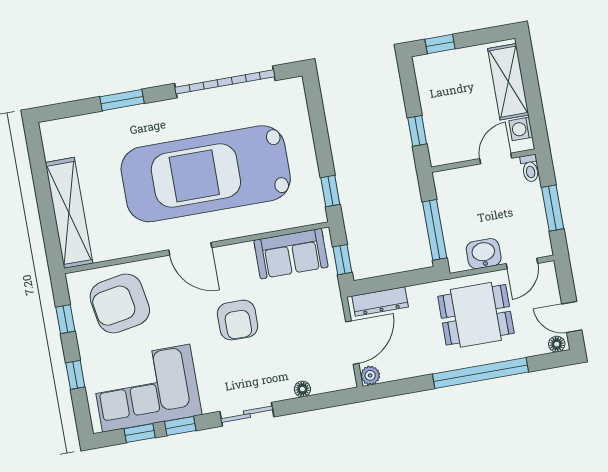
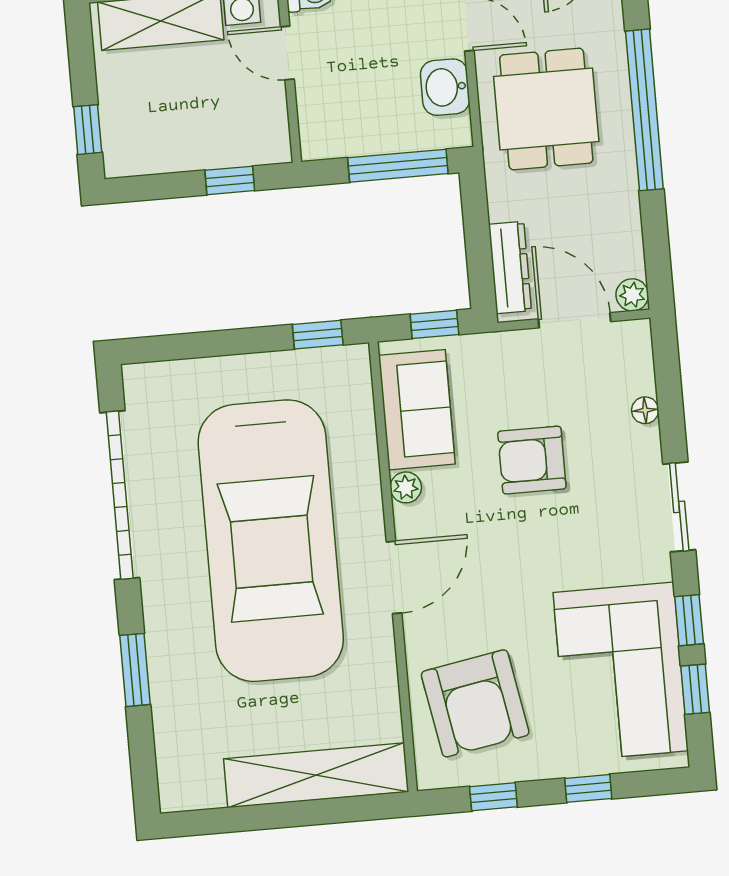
plant: (244, 251) -> (406, 487), added
armchair: (238, 320) -> (532, 460), moved, turned 180

